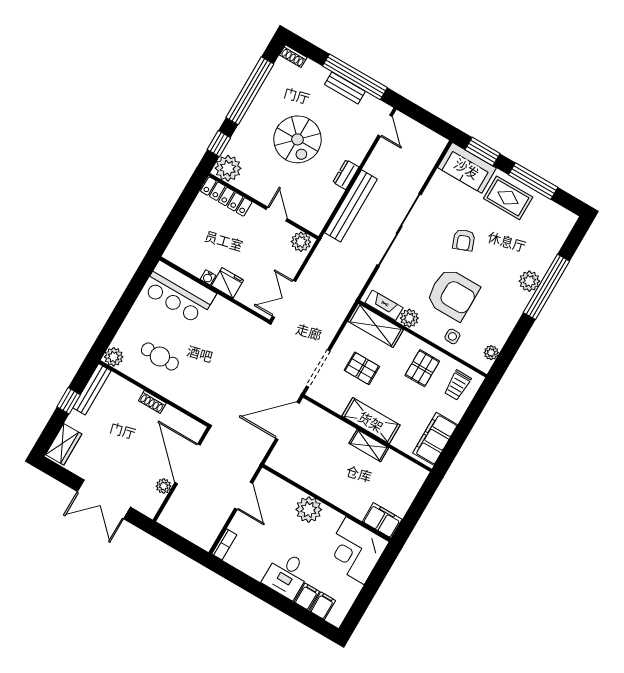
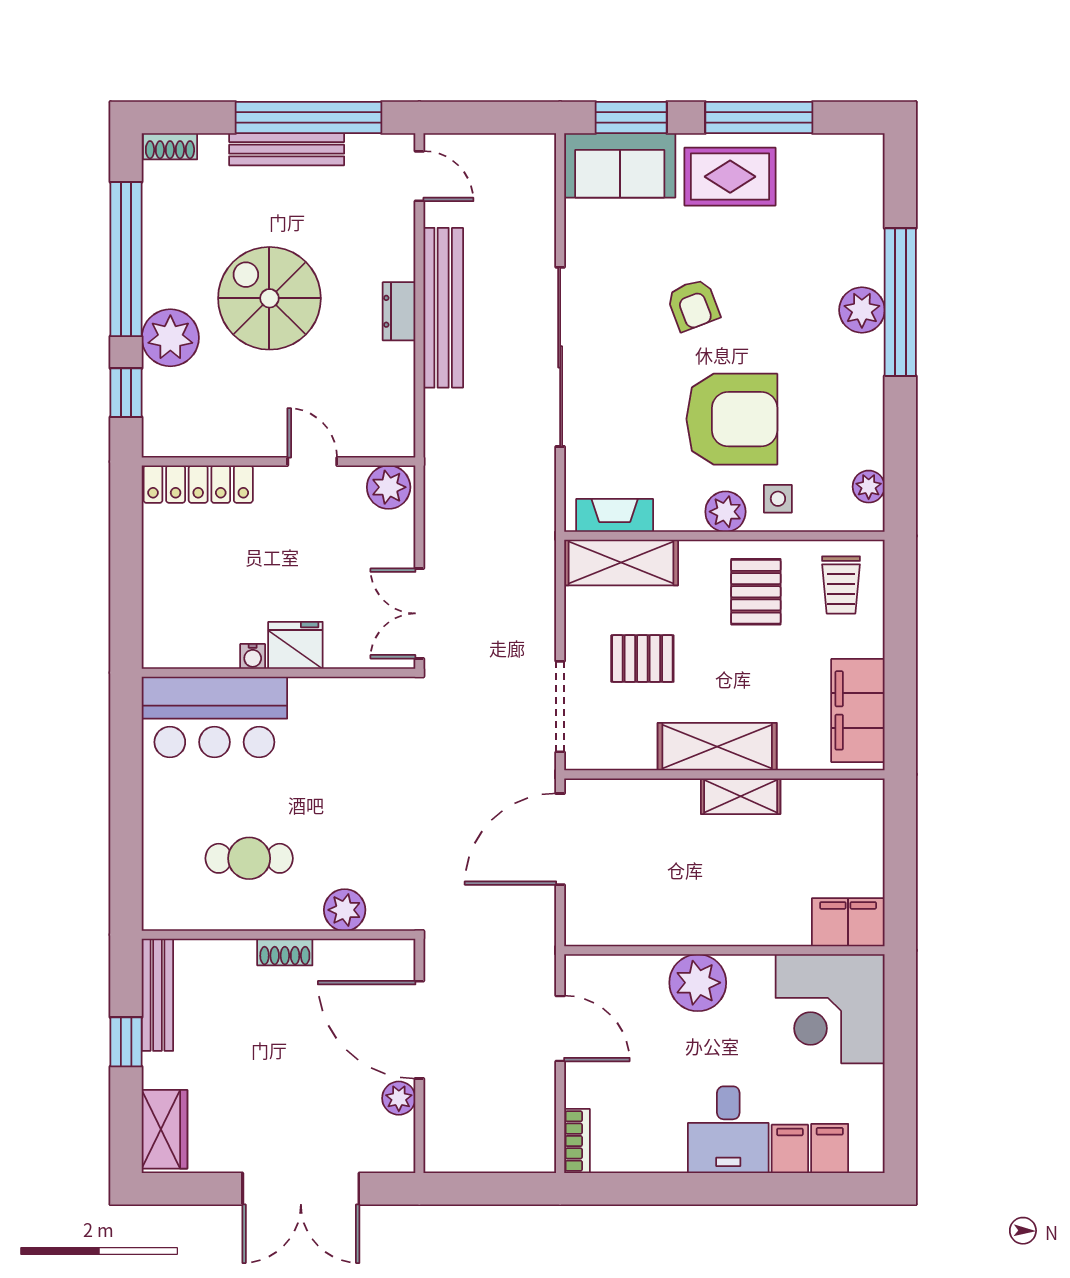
bench: (345, 88) -> (287, 149), width x1.36
spiral stairs: (298, 139) -> (269, 298), turned 180
plant: (228, 168) -> (170, 338), moved
bench: (351, 206) -> (443, 308), moved
plant: (409, 318) -> (725, 512), moved
plant: (114, 357) -> (345, 910), moved

